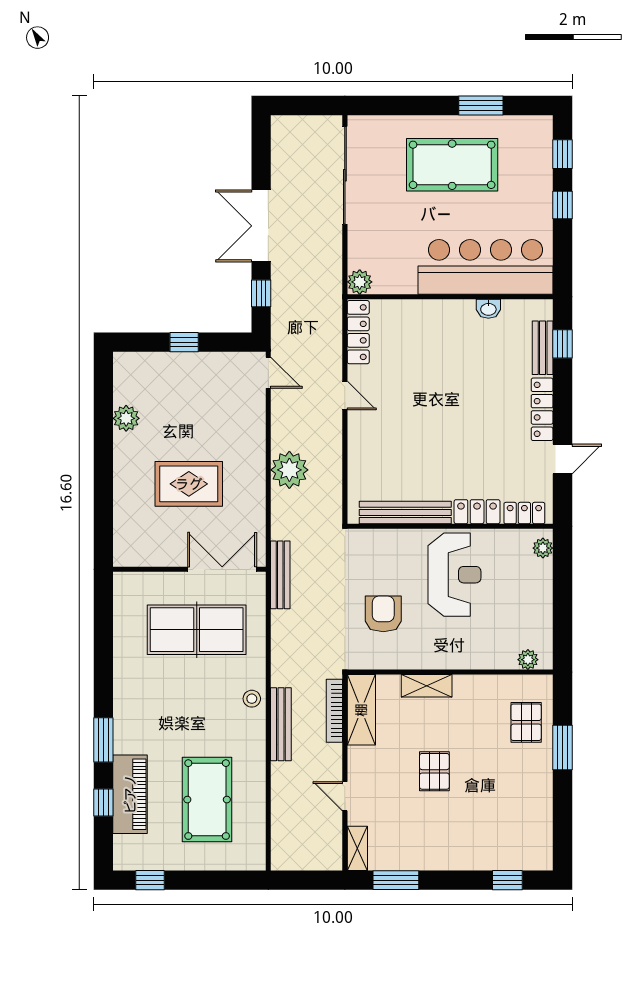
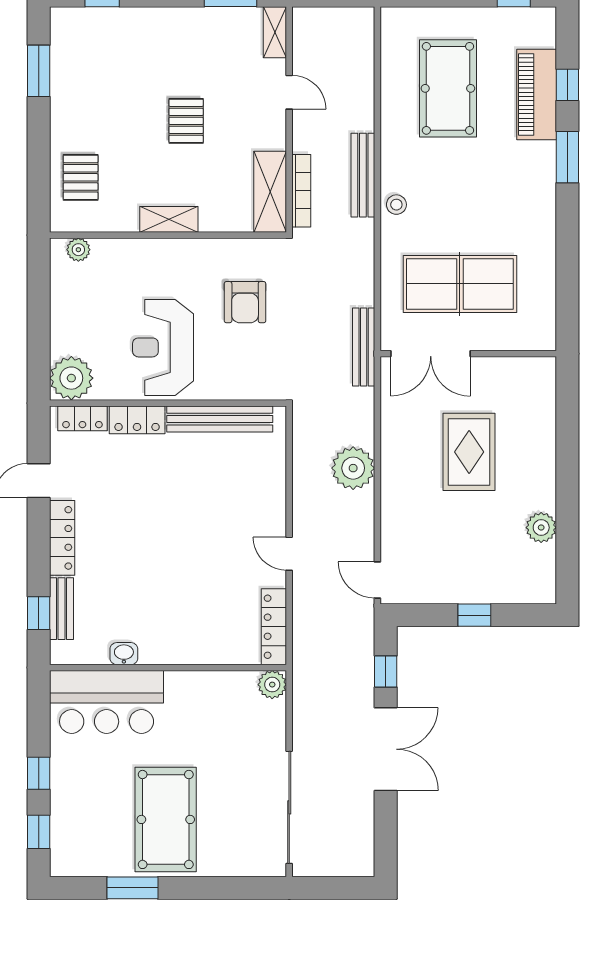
pool table: (452, 165) -> (166, 819), turned 90
bar counter: (486, 267) -> (107, 702), width x0.73
rug: (189, 484) -> (469, 452), turned 90
plant: (543, 548) -> (71, 378), width x1.88, depth x1.88
shelving: (427, 686) -> (169, 219), moved
window: (562, 747) -> (39, 71), moved

